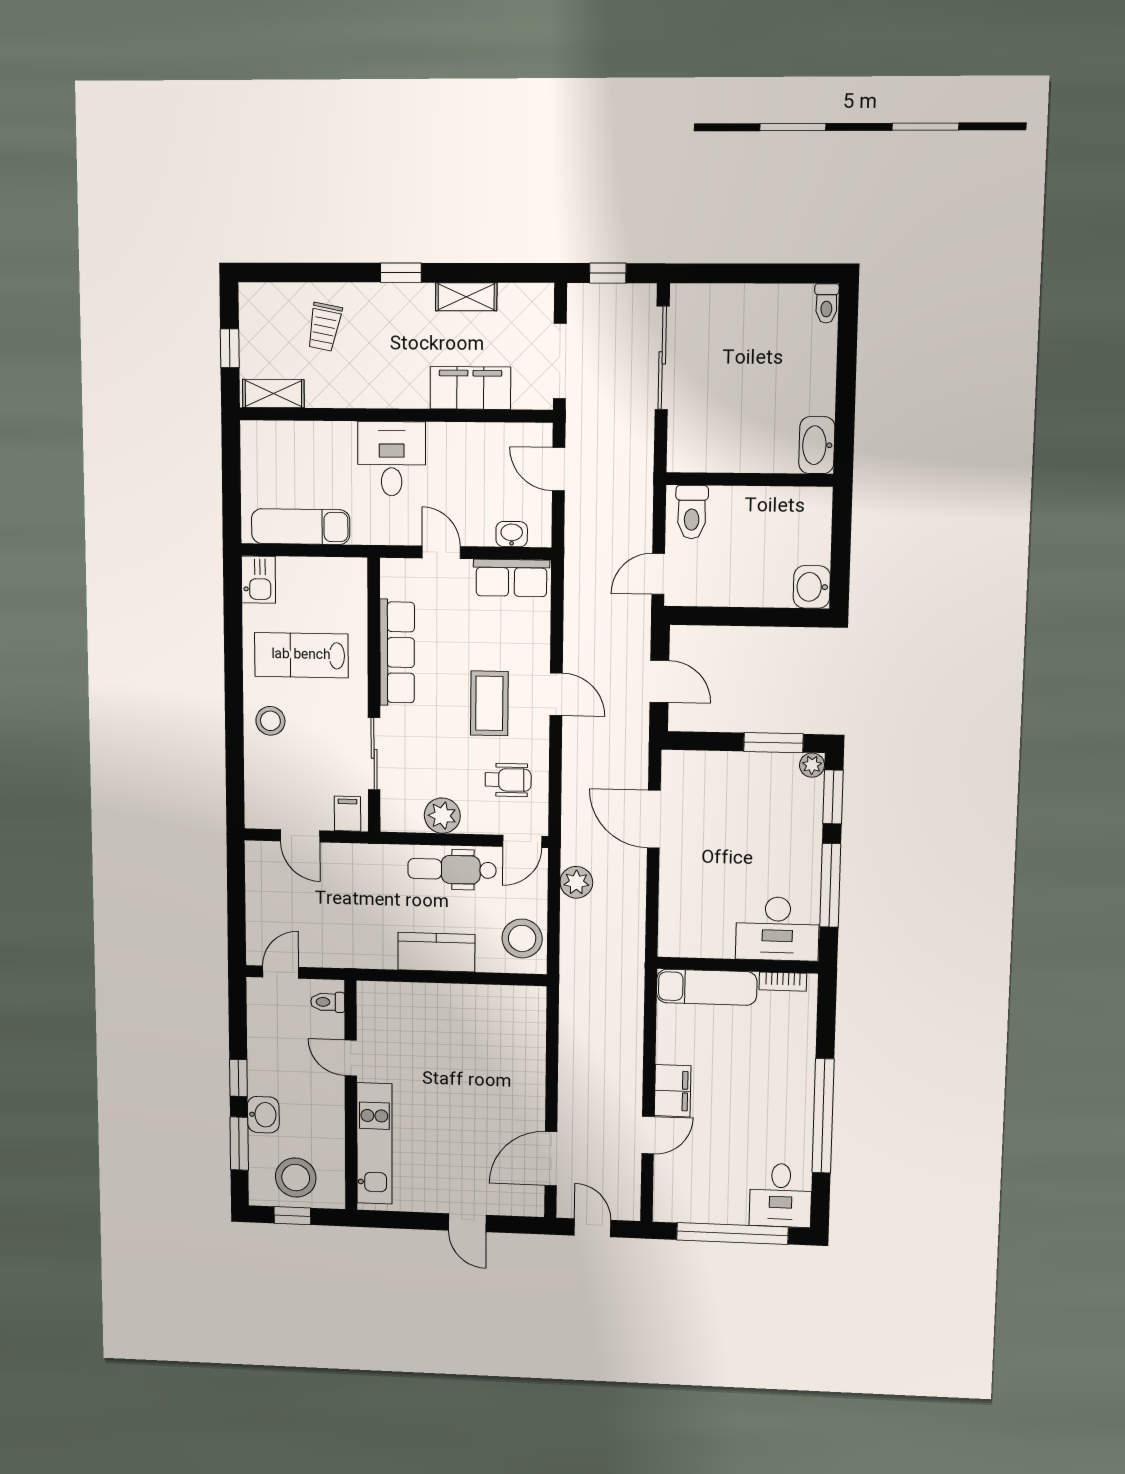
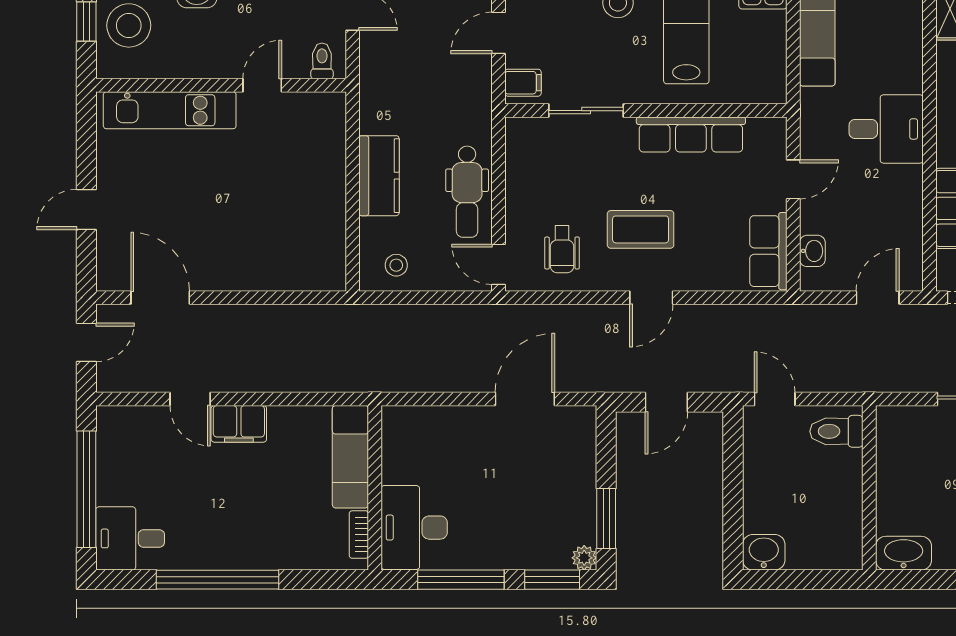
plant: (442, 816) -> (523, 181), removed
dental chair: (452, 869) -> (467, 192), turned 180
plant: (576, 882) -> (457, 321), removed
stool: (522, 938) -> (396, 265), width x0.53, depth x0.53

